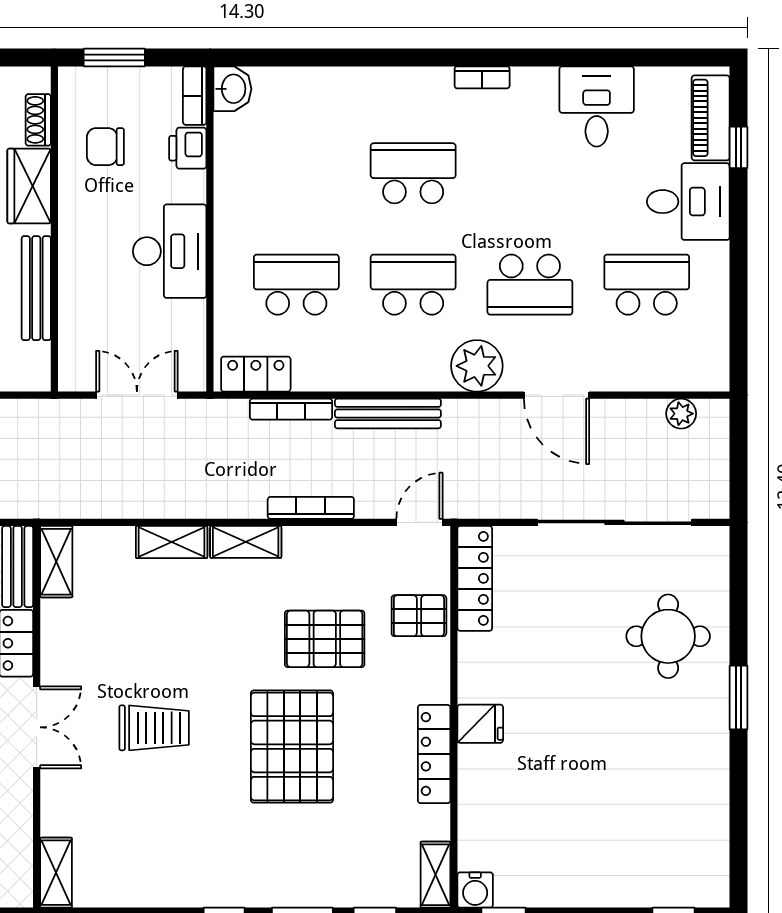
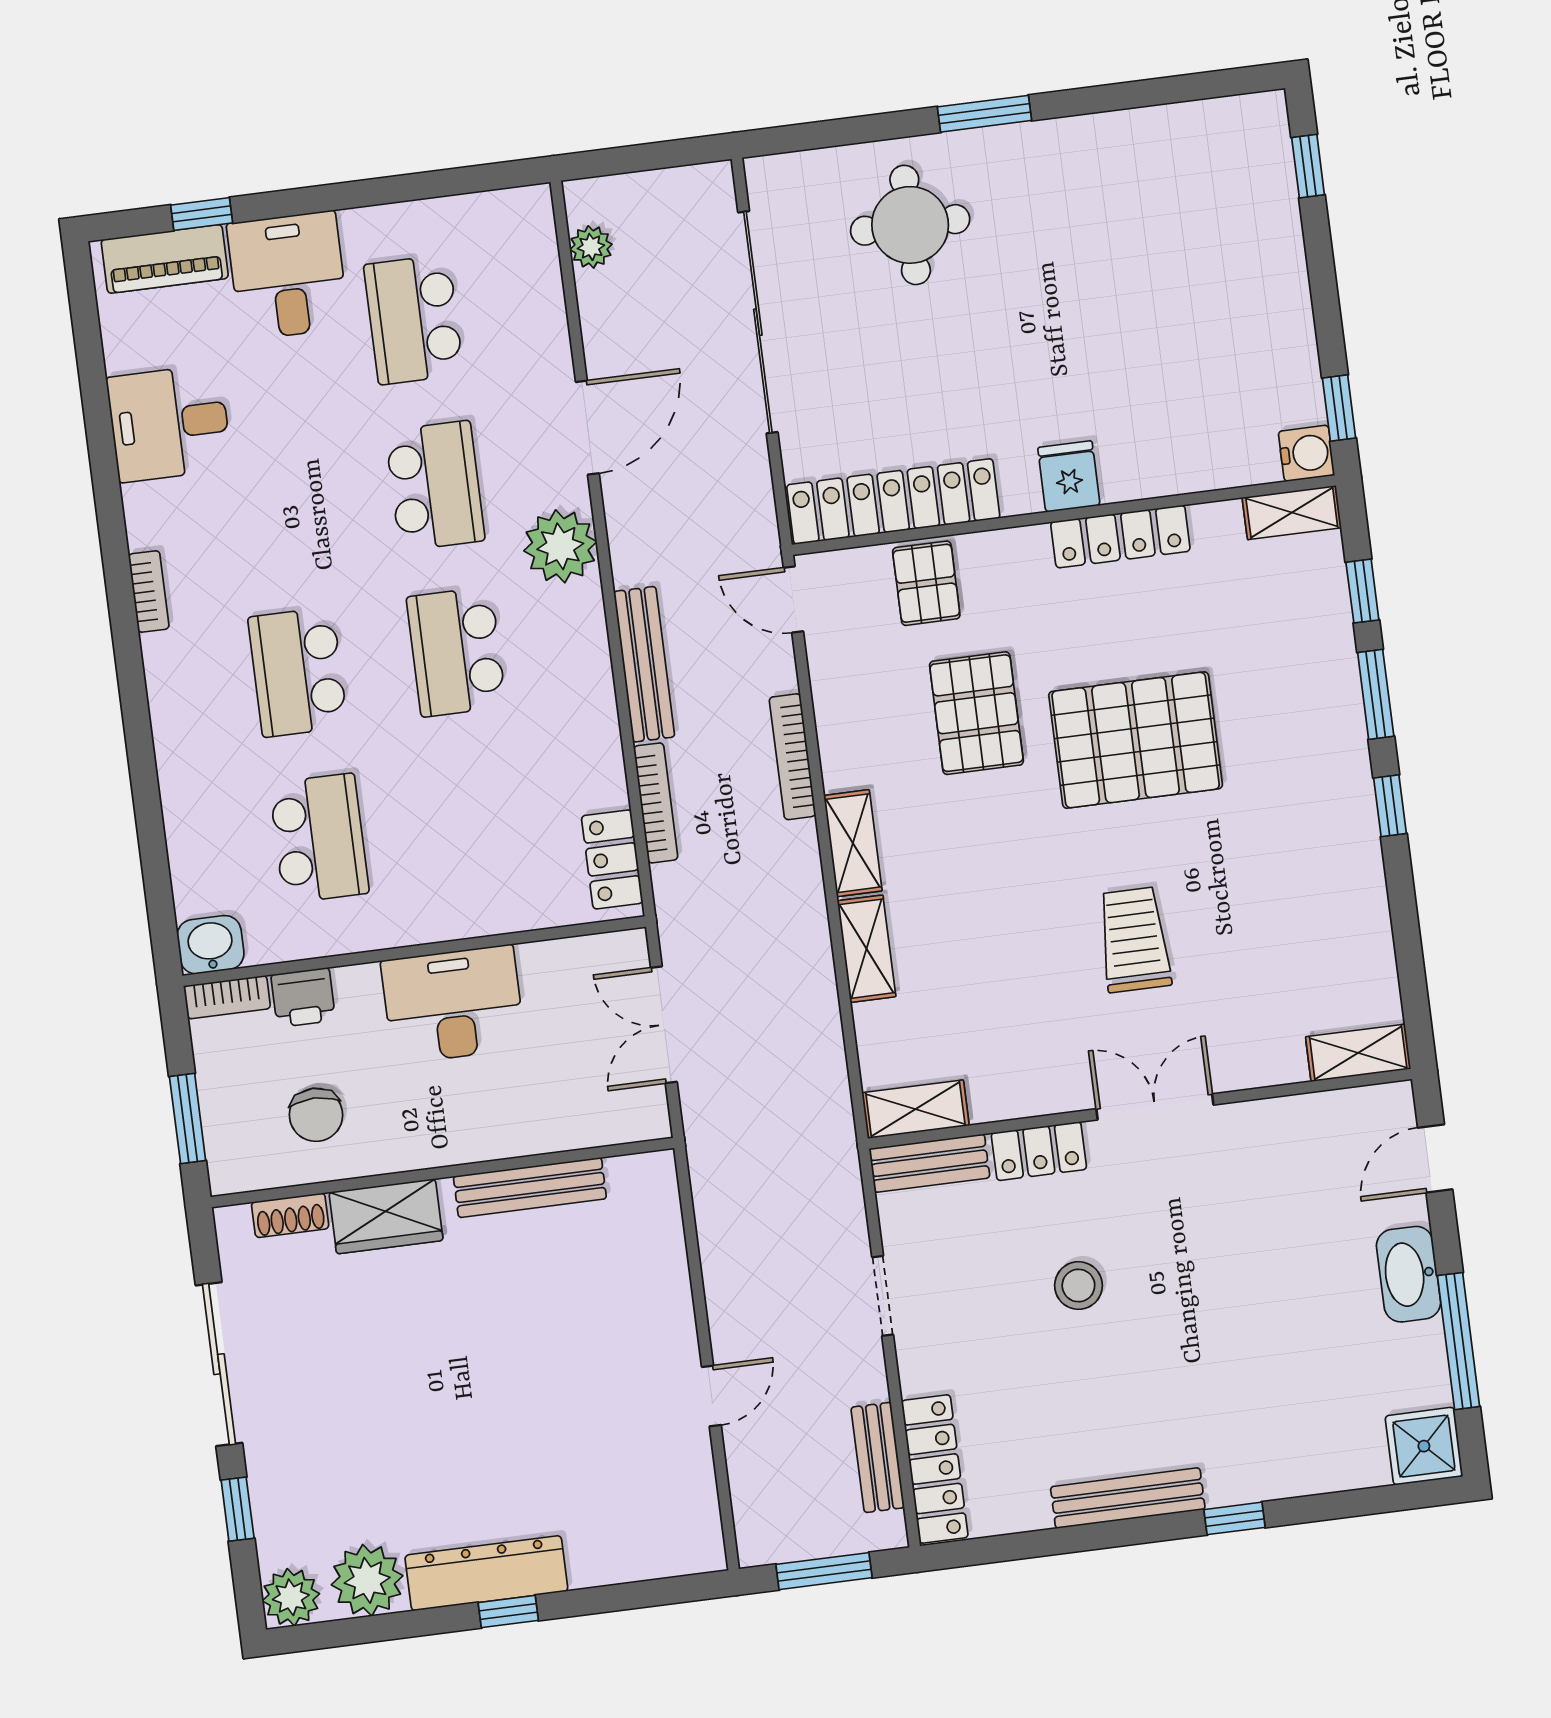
school desk: (296, 285) -> (319, 838), moved, turned 180
locker: (475, 578) -> (893, 502), width x1.41, depth x1.21

